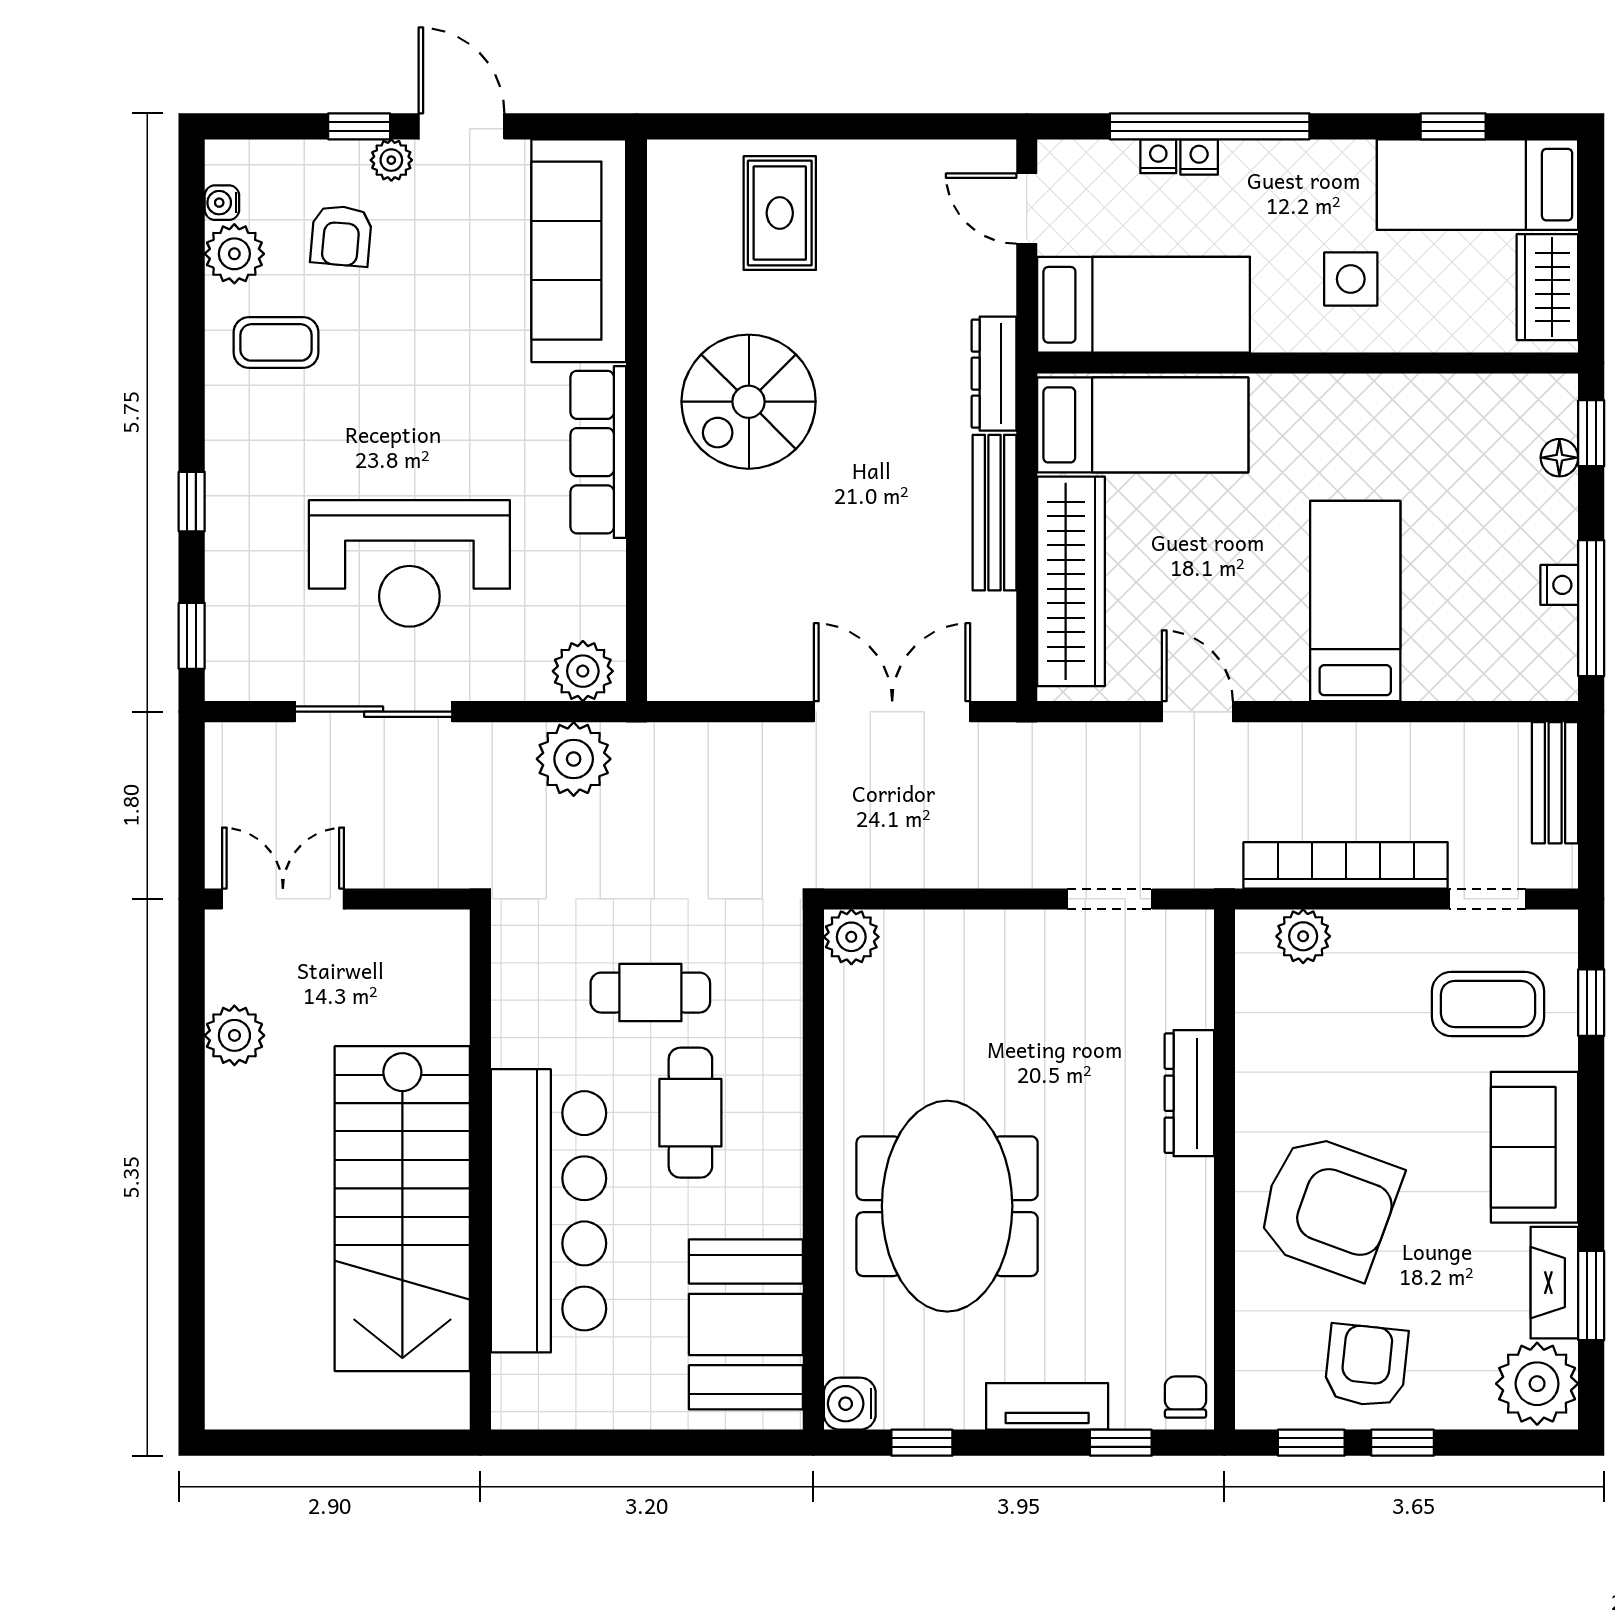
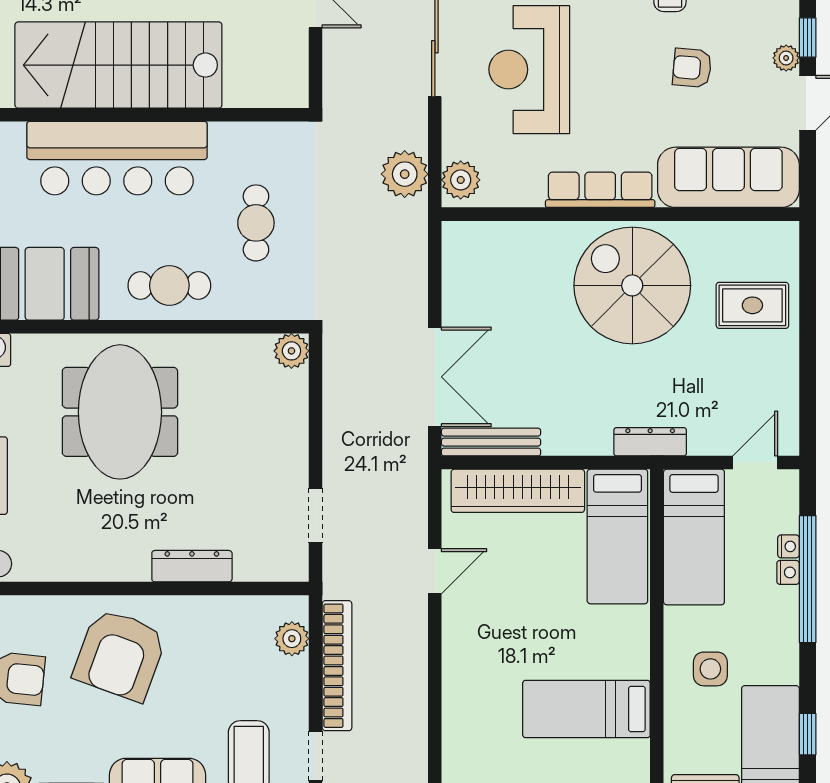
armchair: (341, 236) -> (692, 68), moved
spiral stairs: (749, 402) -> (632, 285), width x1.37, depth x1.37
bench: (995, 513) -> (491, 442), moved
bed: (1355, 601) -> (586, 709), moved, turned 180
cafe table: (690, 1113) -> (169, 286), moved
meeting table: (947, 1206) -> (120, 412), turned 90

